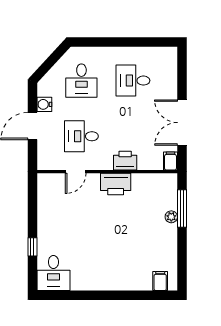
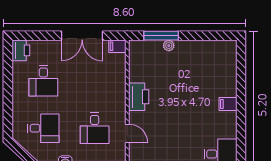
printer: (125, 161) -> (21, 50), moved, turned 180
filing cabinet: (160, 281) -> (228, 104), moved

